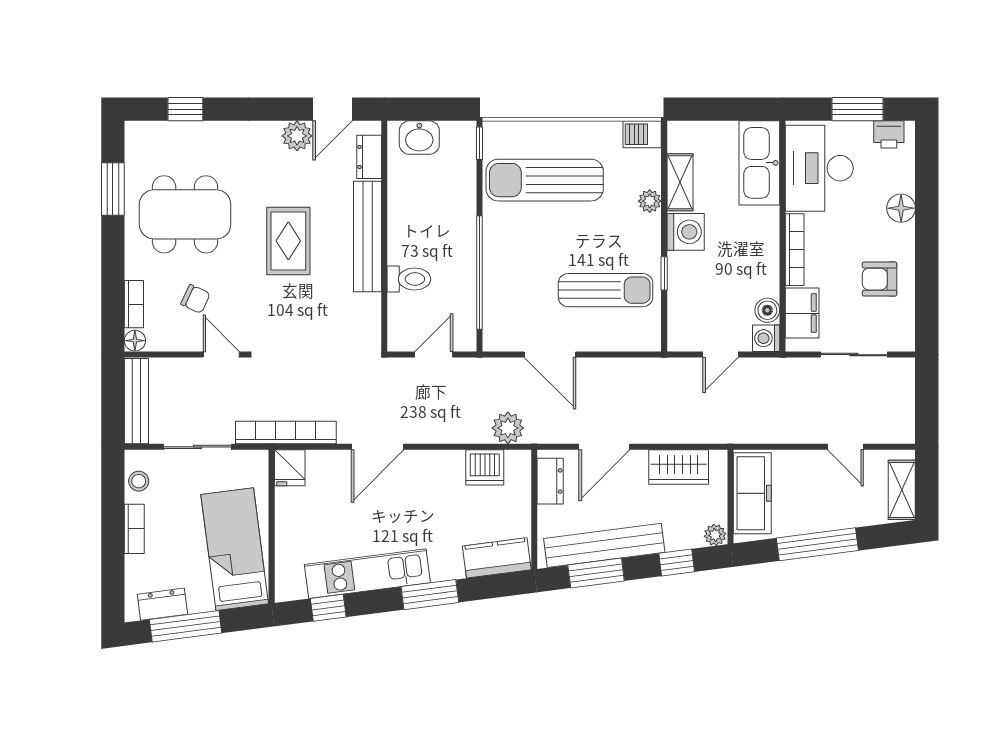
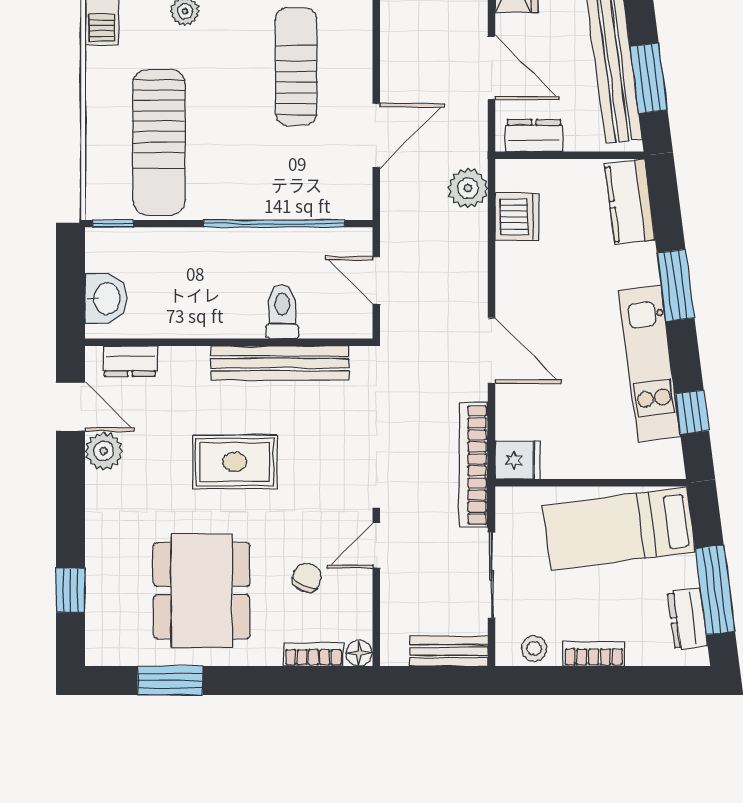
bench: (368, 236) -> (280, 363), moved
bench: (136, 401) -> (449, 651), width x0.73

